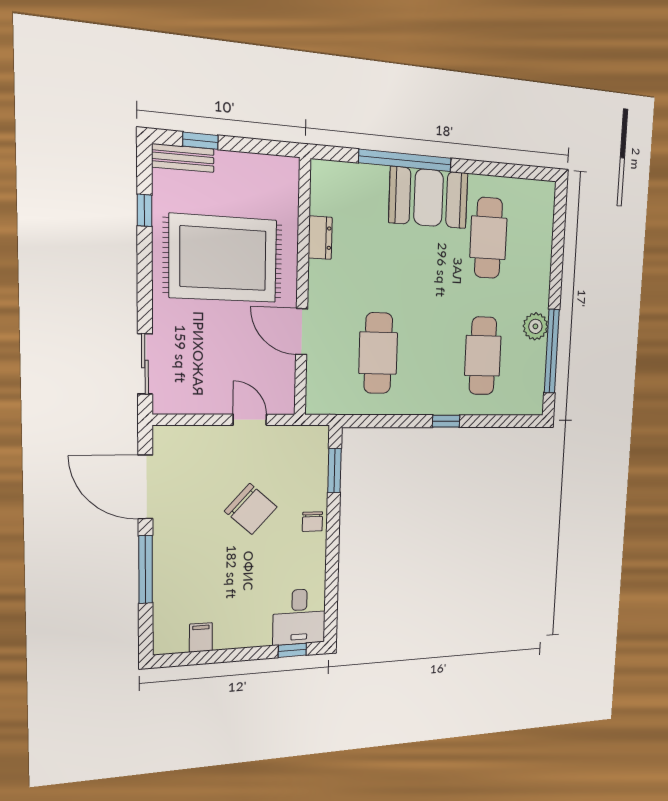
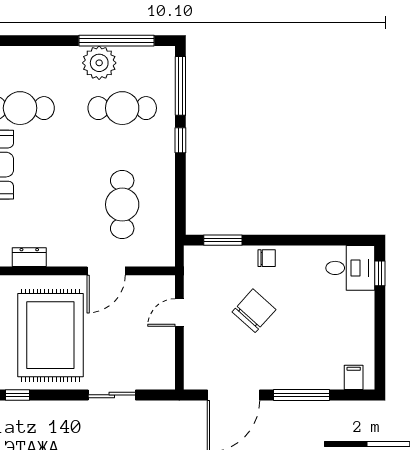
plant: (535, 326) -> (99, 63), width x1.36, depth x1.36
cafe table: (378, 353) -> (122, 205), turned 90
sliding door: (145, 364) -> (112, 395), moved
window: (503, 421) -> (180, 86), added
filing cabinet: (201, 637) -> (354, 377), moved, turned 90

